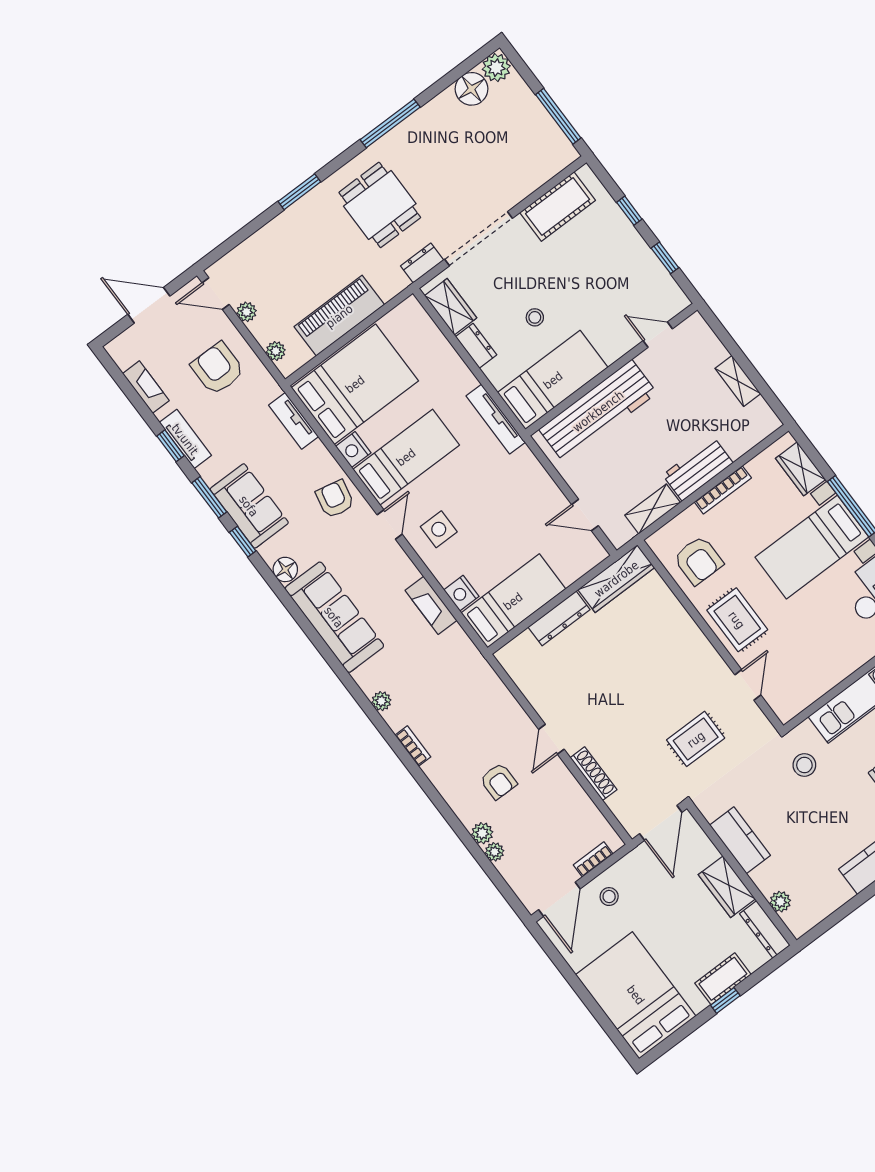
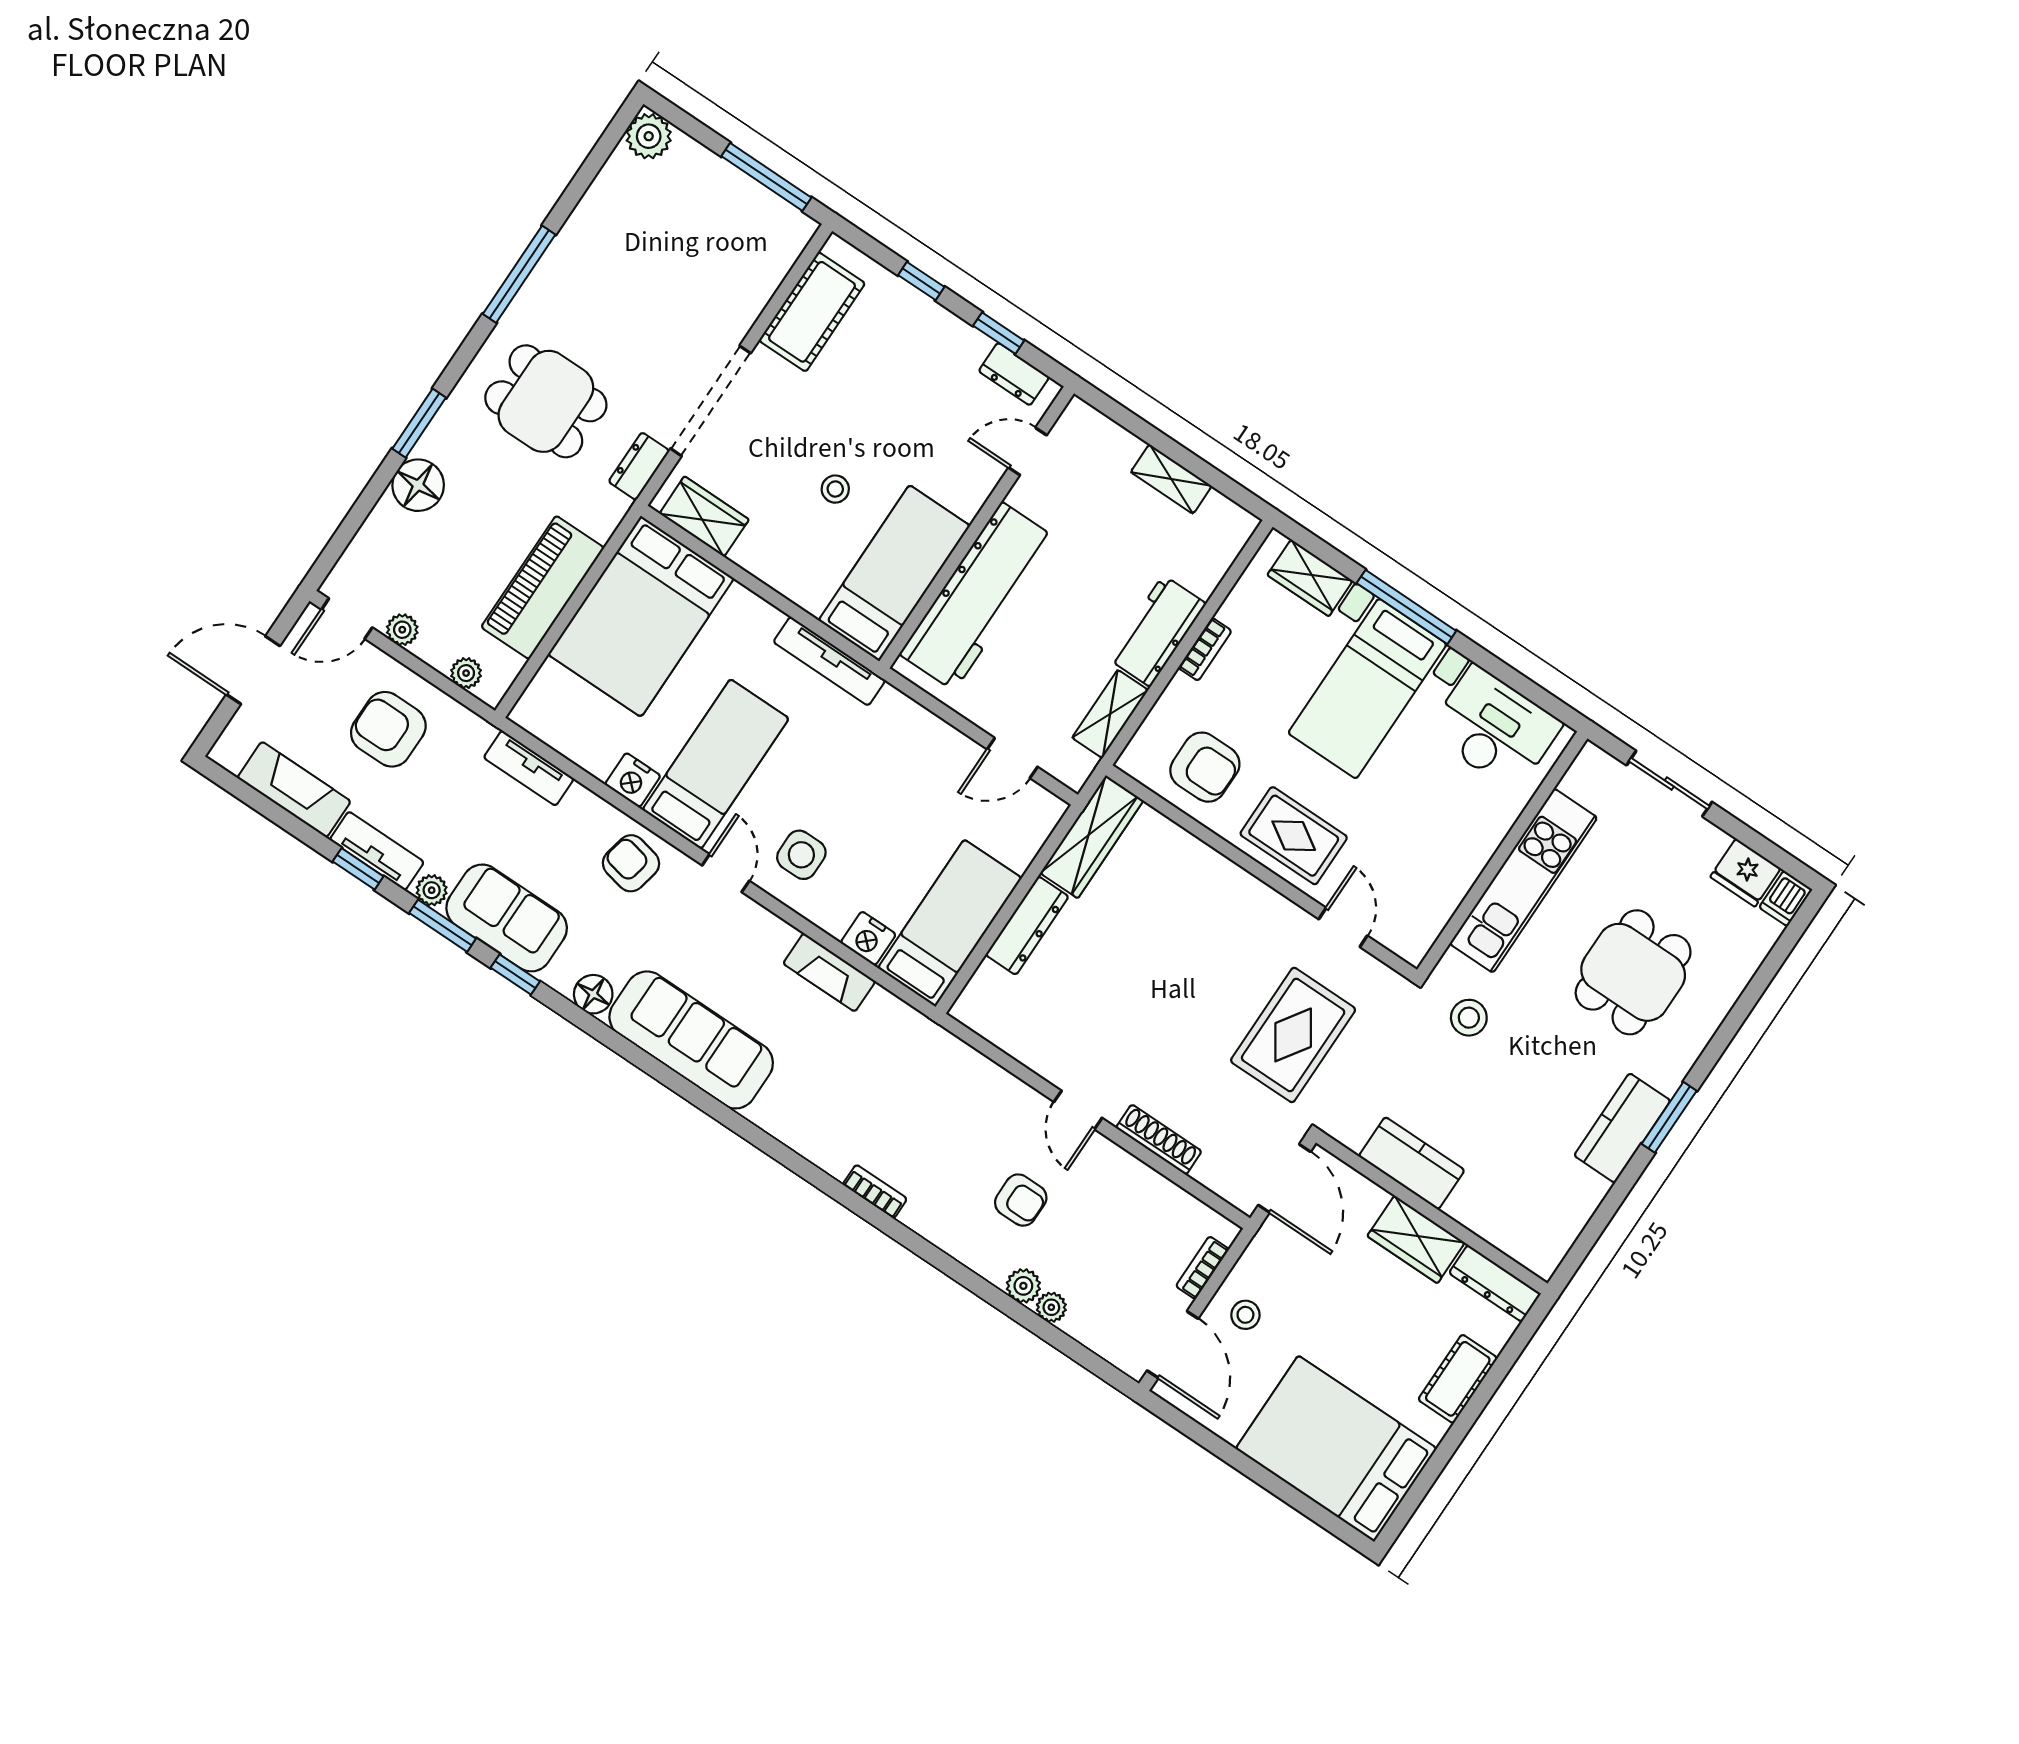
floor lamp: (471, 89) -> (418, 485), moved
dresser: (476, 346) -> (1014, 374), moved, turned 180
bed: (355, 384) -> (641, 616), moved, turned 180
fireplace: (146, 387) -> (294, 790), width x1.37, depth x1.32
bookcase: (723, 490) -> (1205, 649), width x0.64
plant: (381, 701) -> (432, 890), moved
rug: (696, 739) -> (1293, 1035), width x1.36, depth x1.43
plant: (780, 902) -> (1503, 1234), removed
window: (725, 1000) -> (1473, 1410), removed

